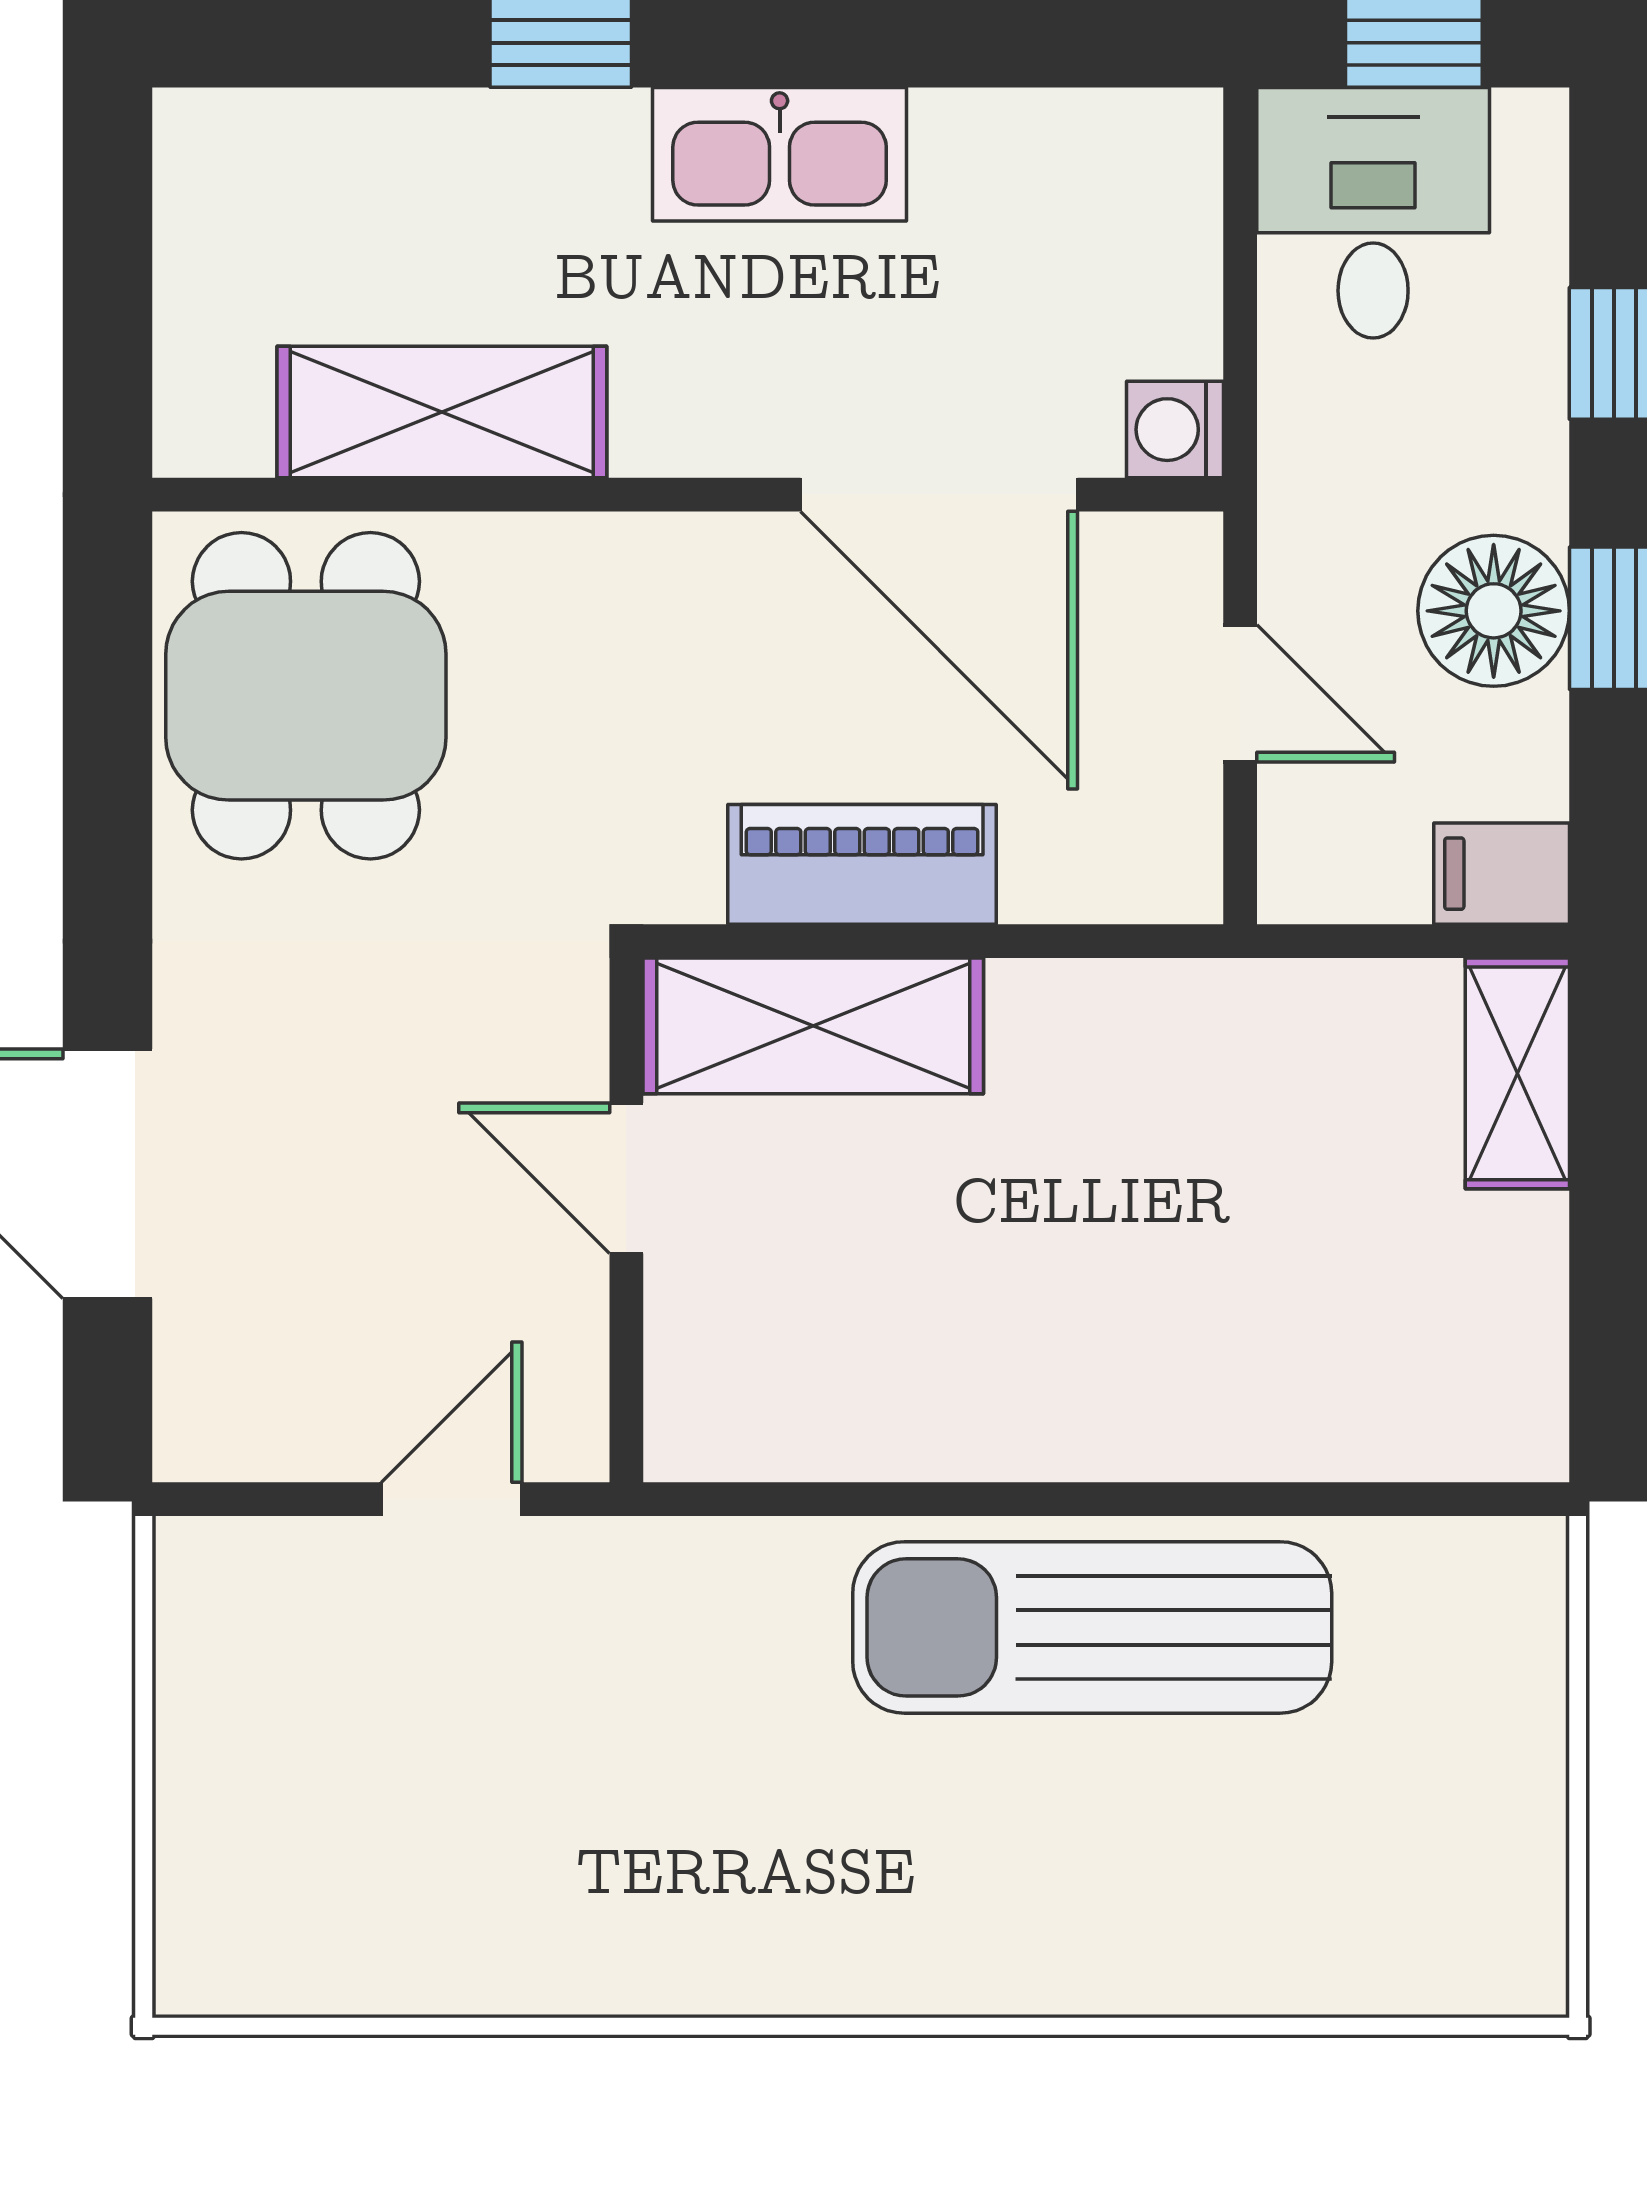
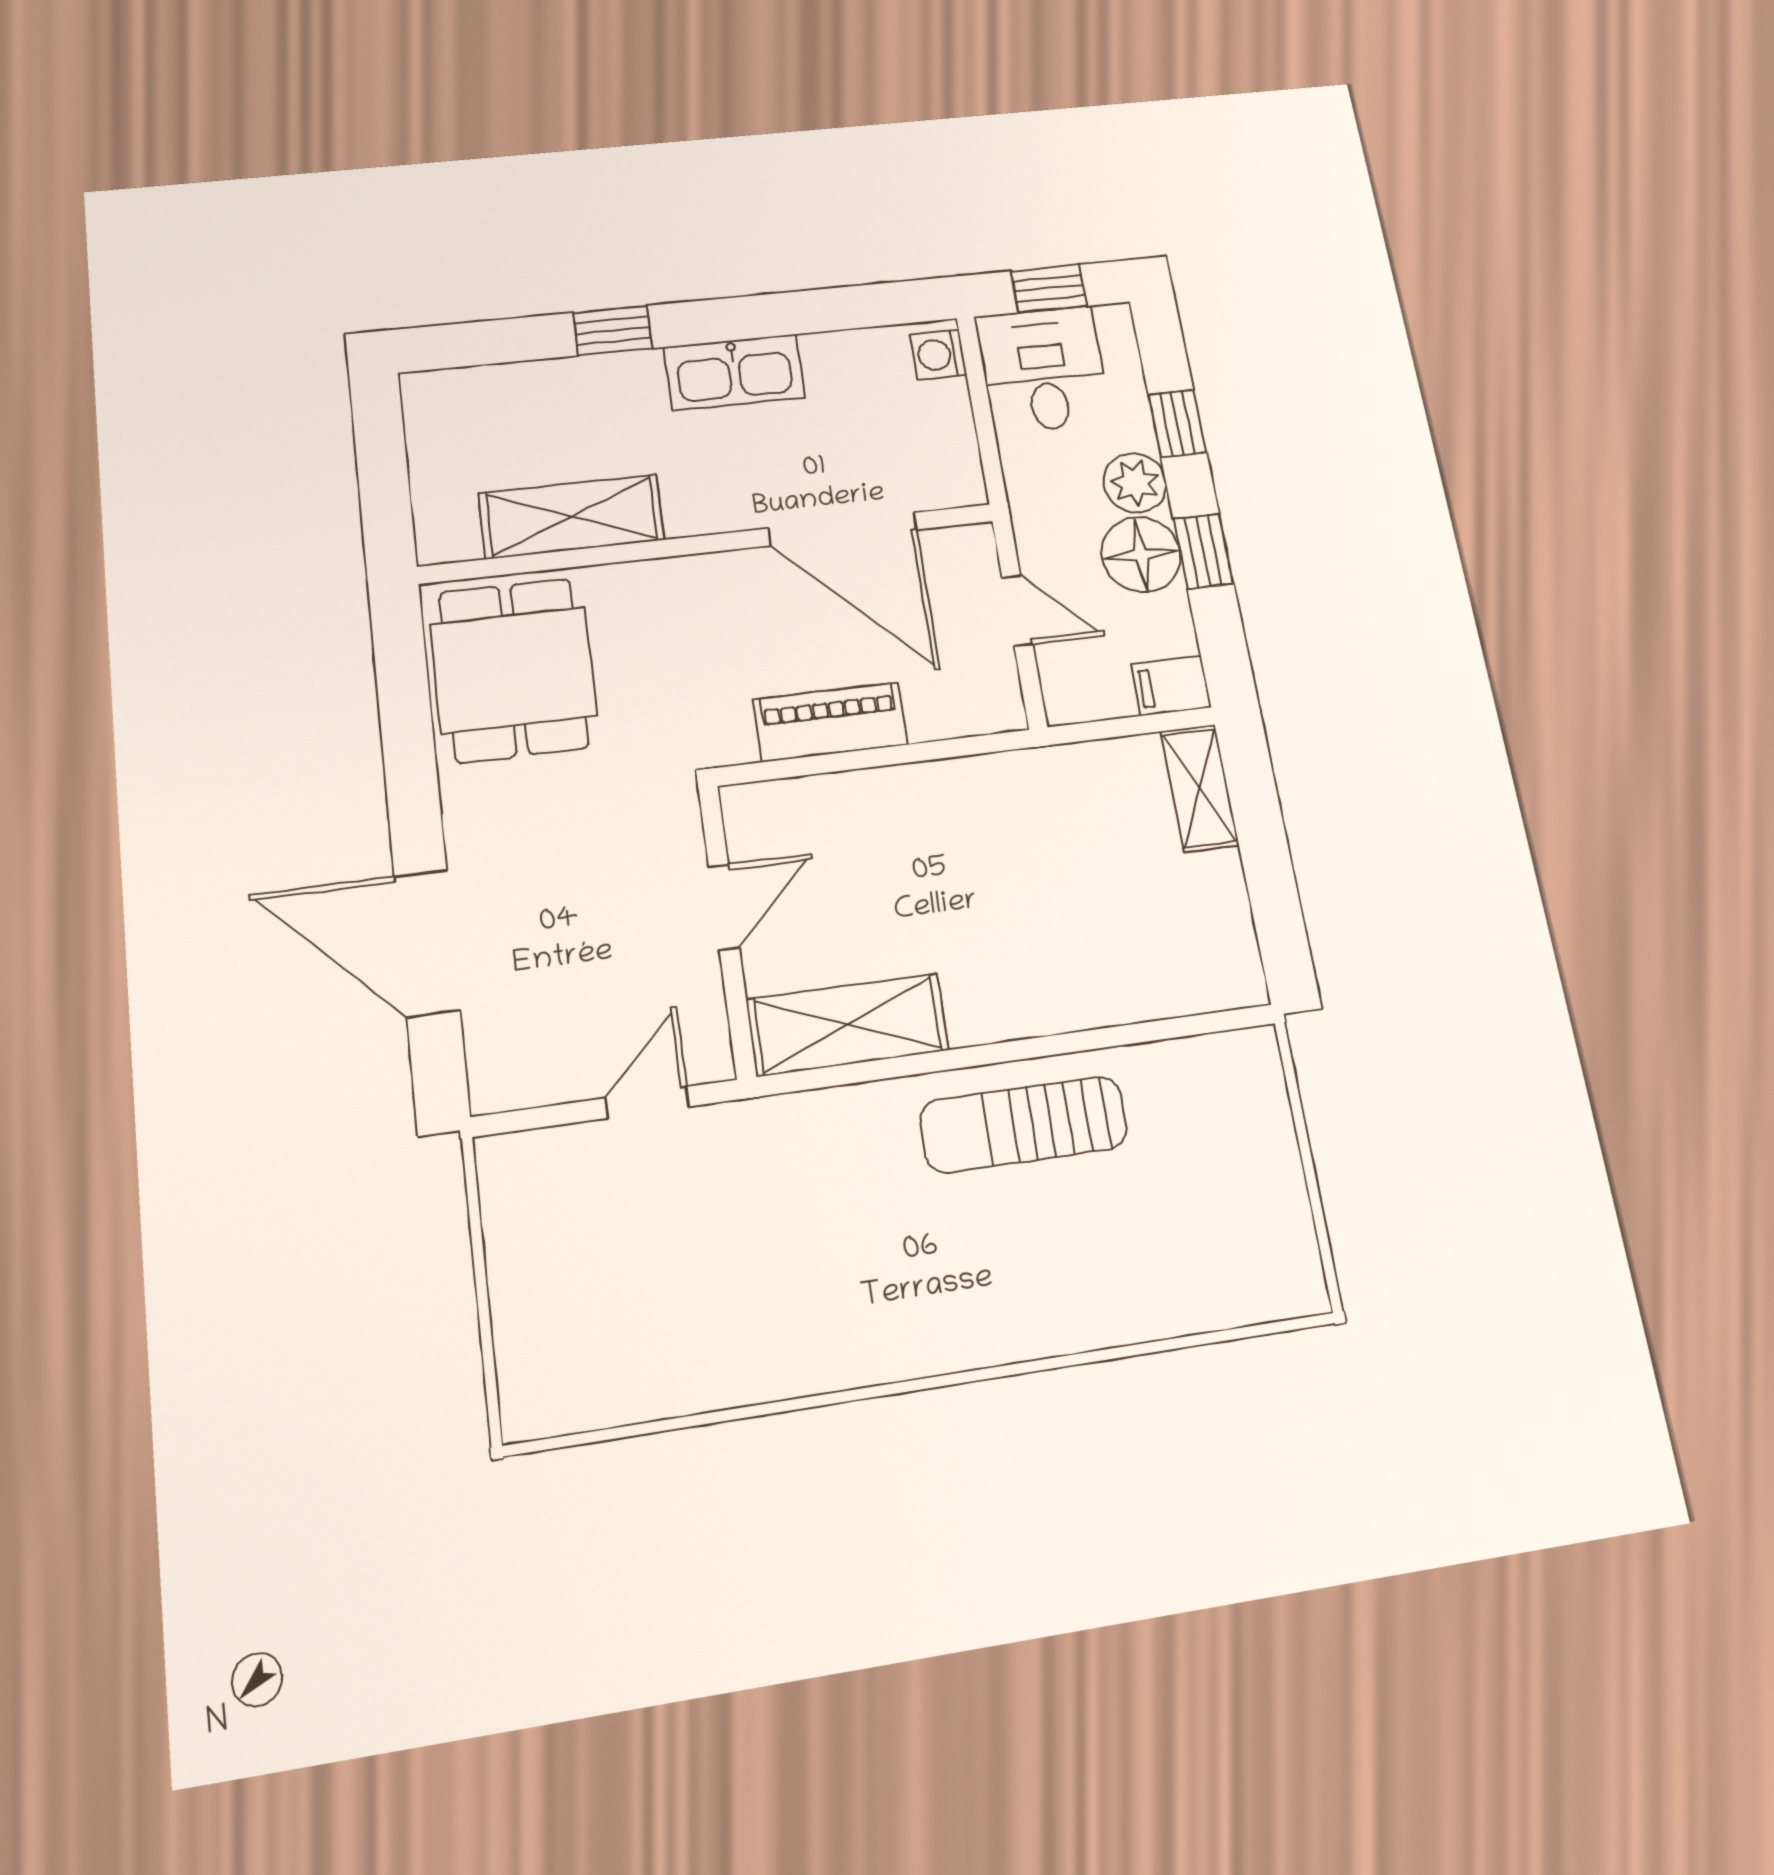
washing machine: (1175, 430) -> (938, 355), moved
plant: (1509, 466) -> (1135, 483), added
shelving: (813, 1026) -> (848, 1025), moved
door: (626, 1178) -> (724, 907), swing flipped
sun lounger: (1092, 1627) -> (1024, 1124), width x0.73, depth x0.75

